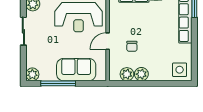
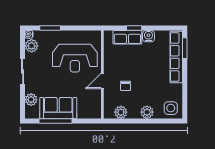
sofa: (76, 70) -> (58, 108), moved
plant: (32, 74) -> (31, 100), moved
plant: (141, 74) -> (147, 112), moved

